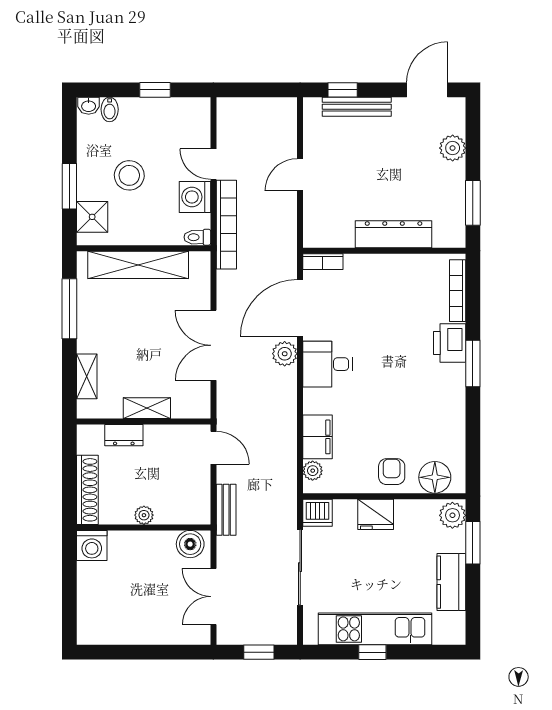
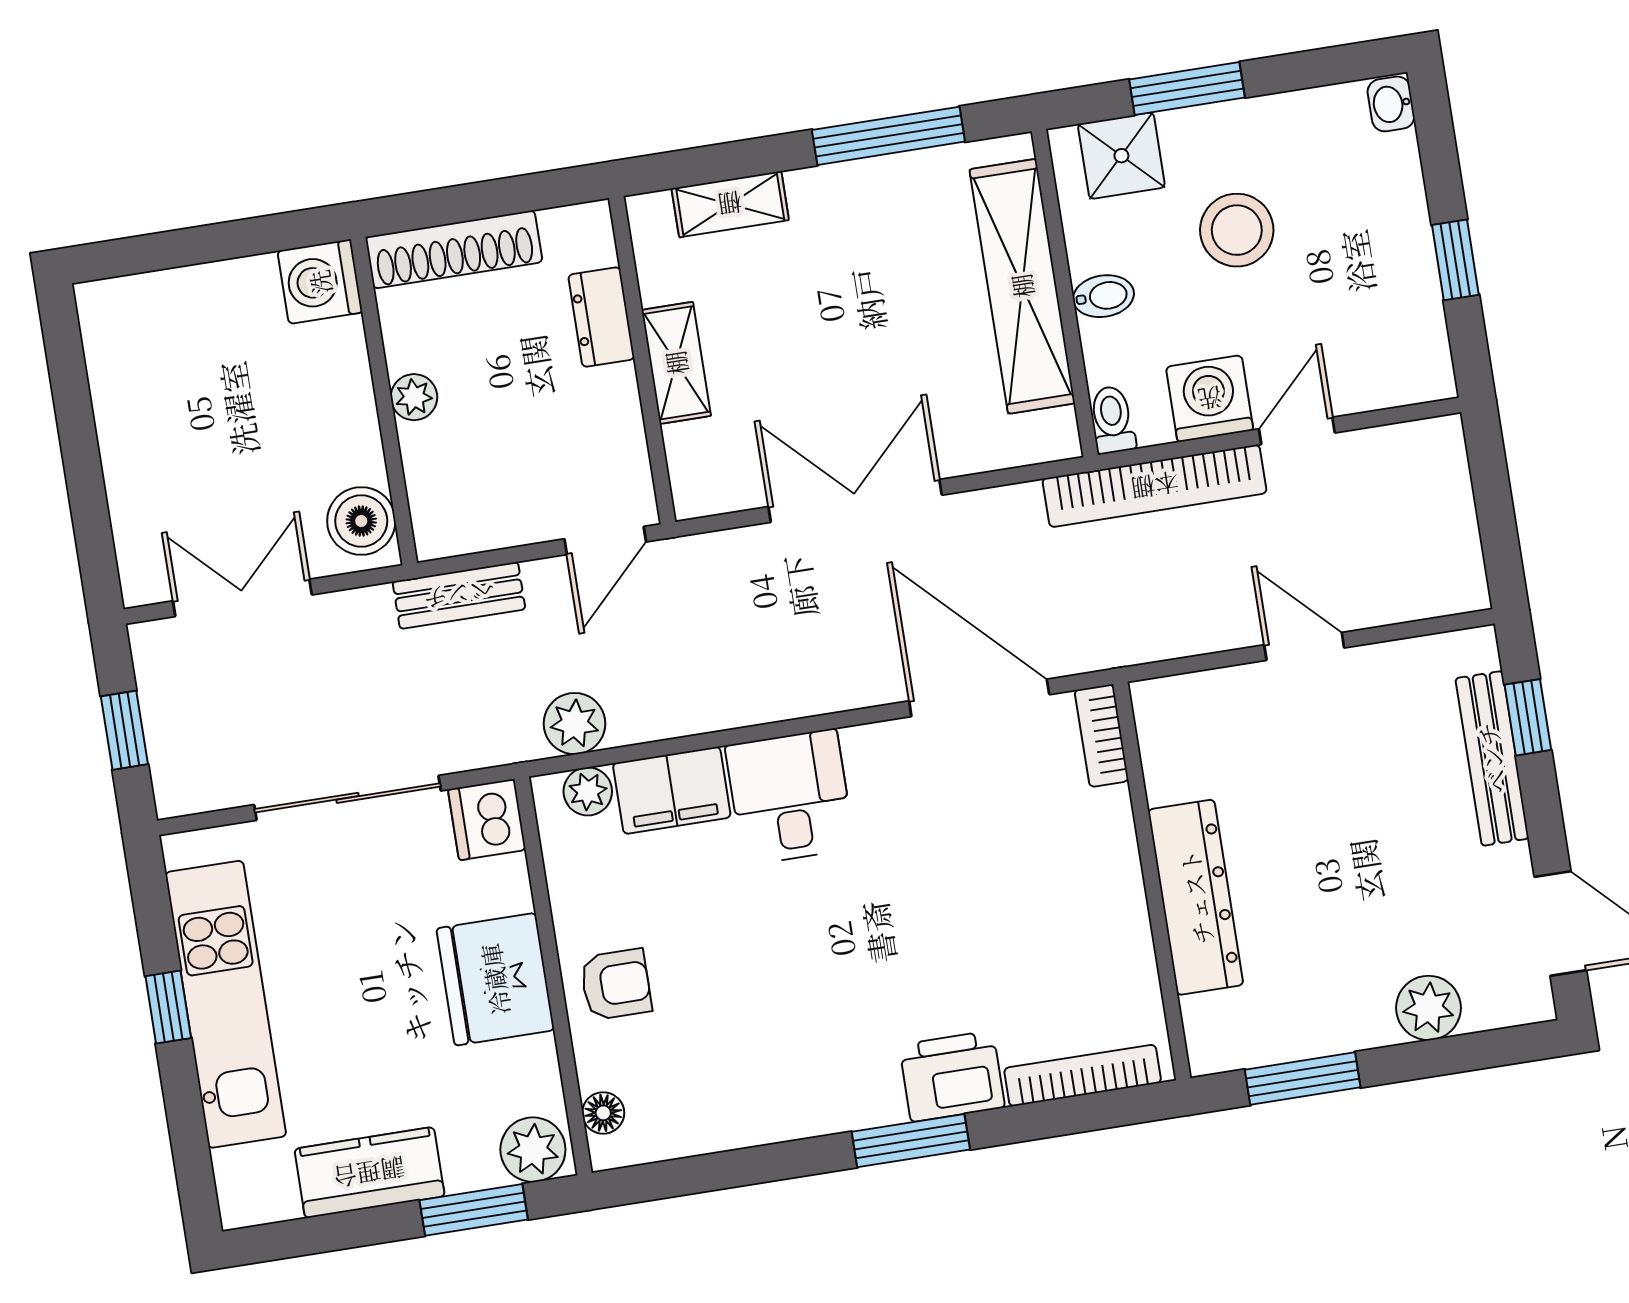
bidet: (110, 109) -> (1103, 296), moved, turned 180
plant: (285, 354) -> (575, 724), moved
desk: (328, 364) -> (790, 797), moved
floor lamp: (435, 477) -> (603, 1113), width x0.53, depth x0.53
fridge: (376, 514) -> (495, 979), width x1.36, depth x1.34

